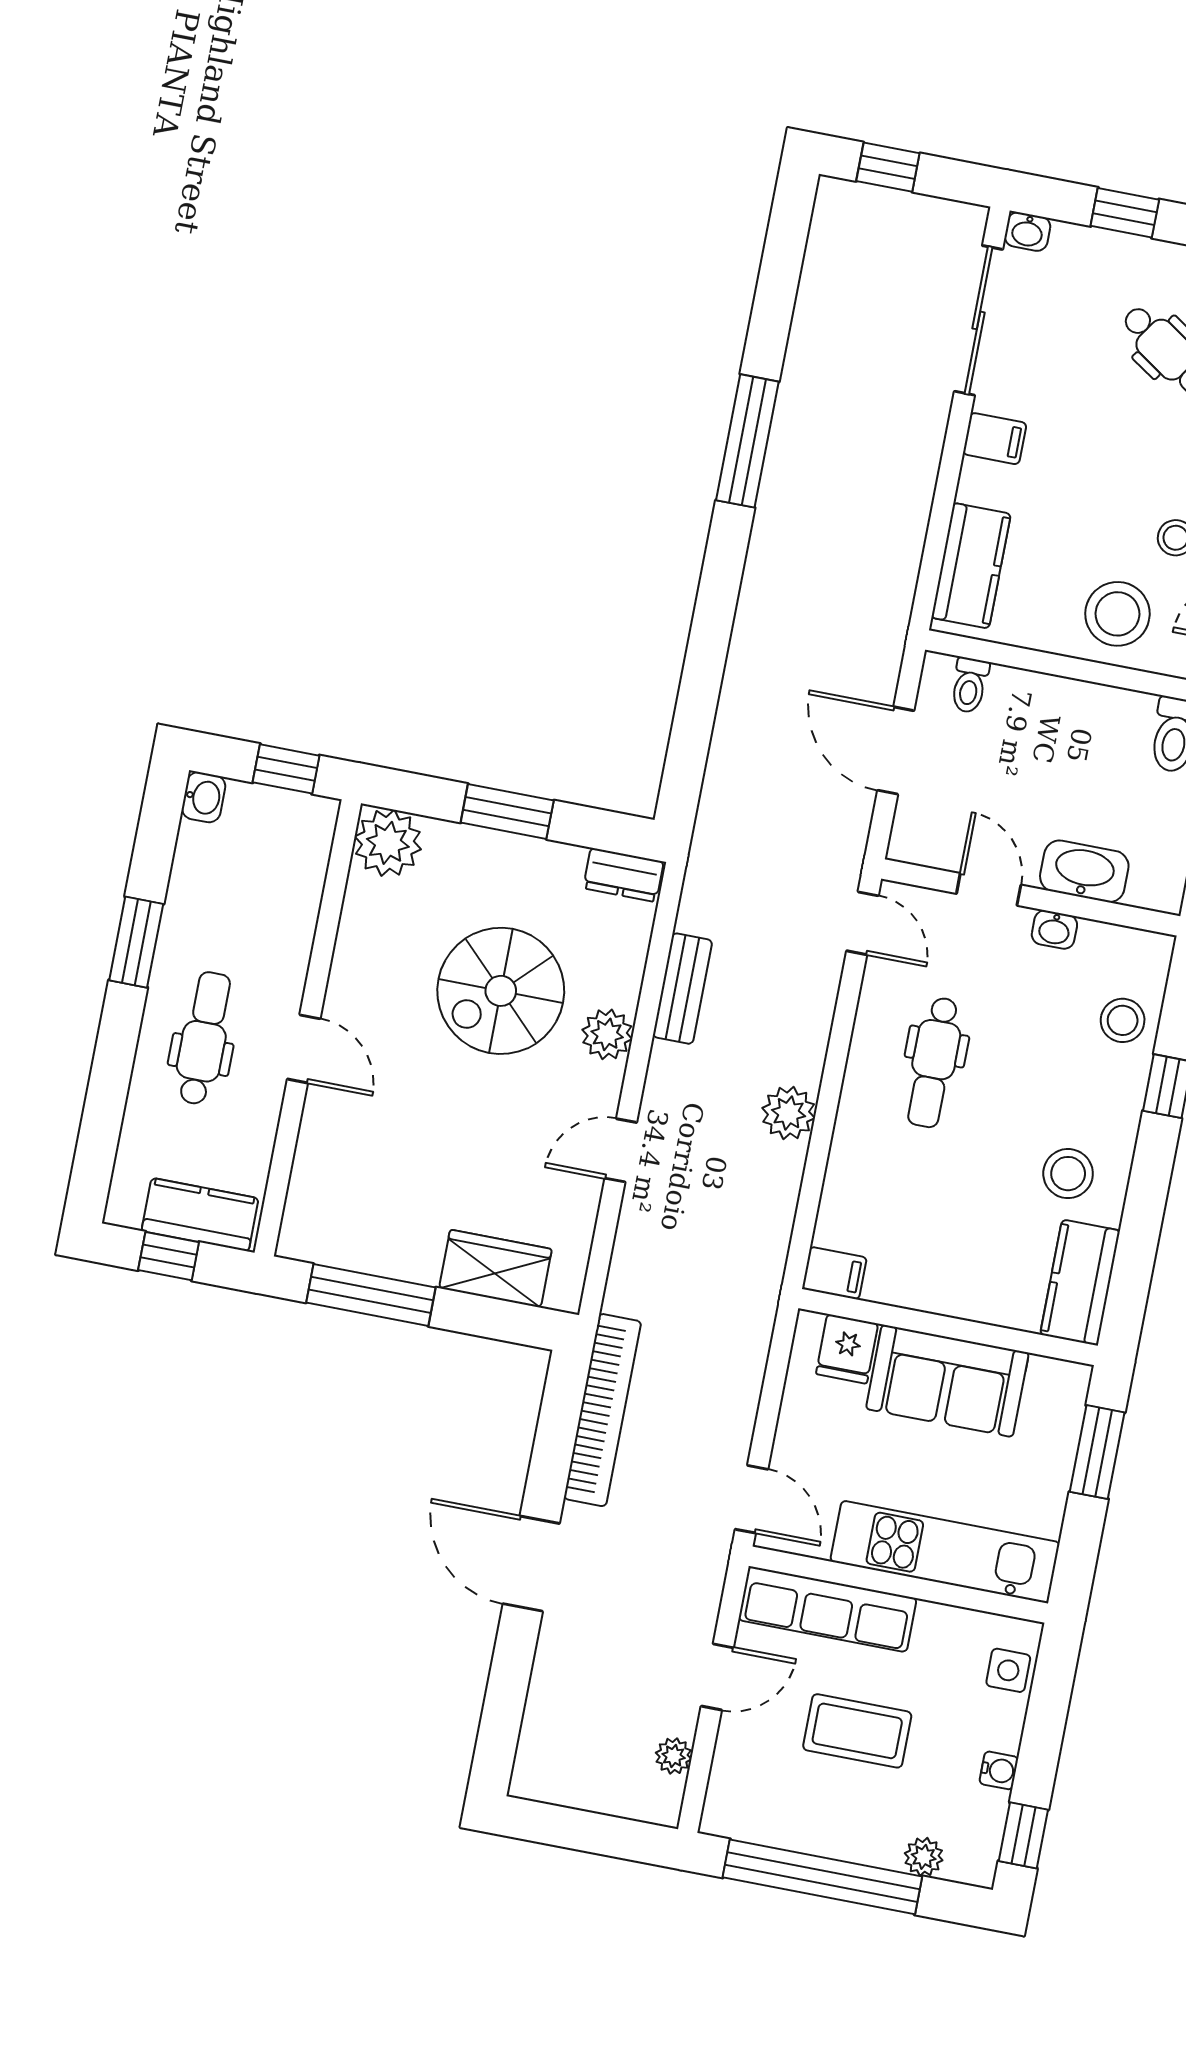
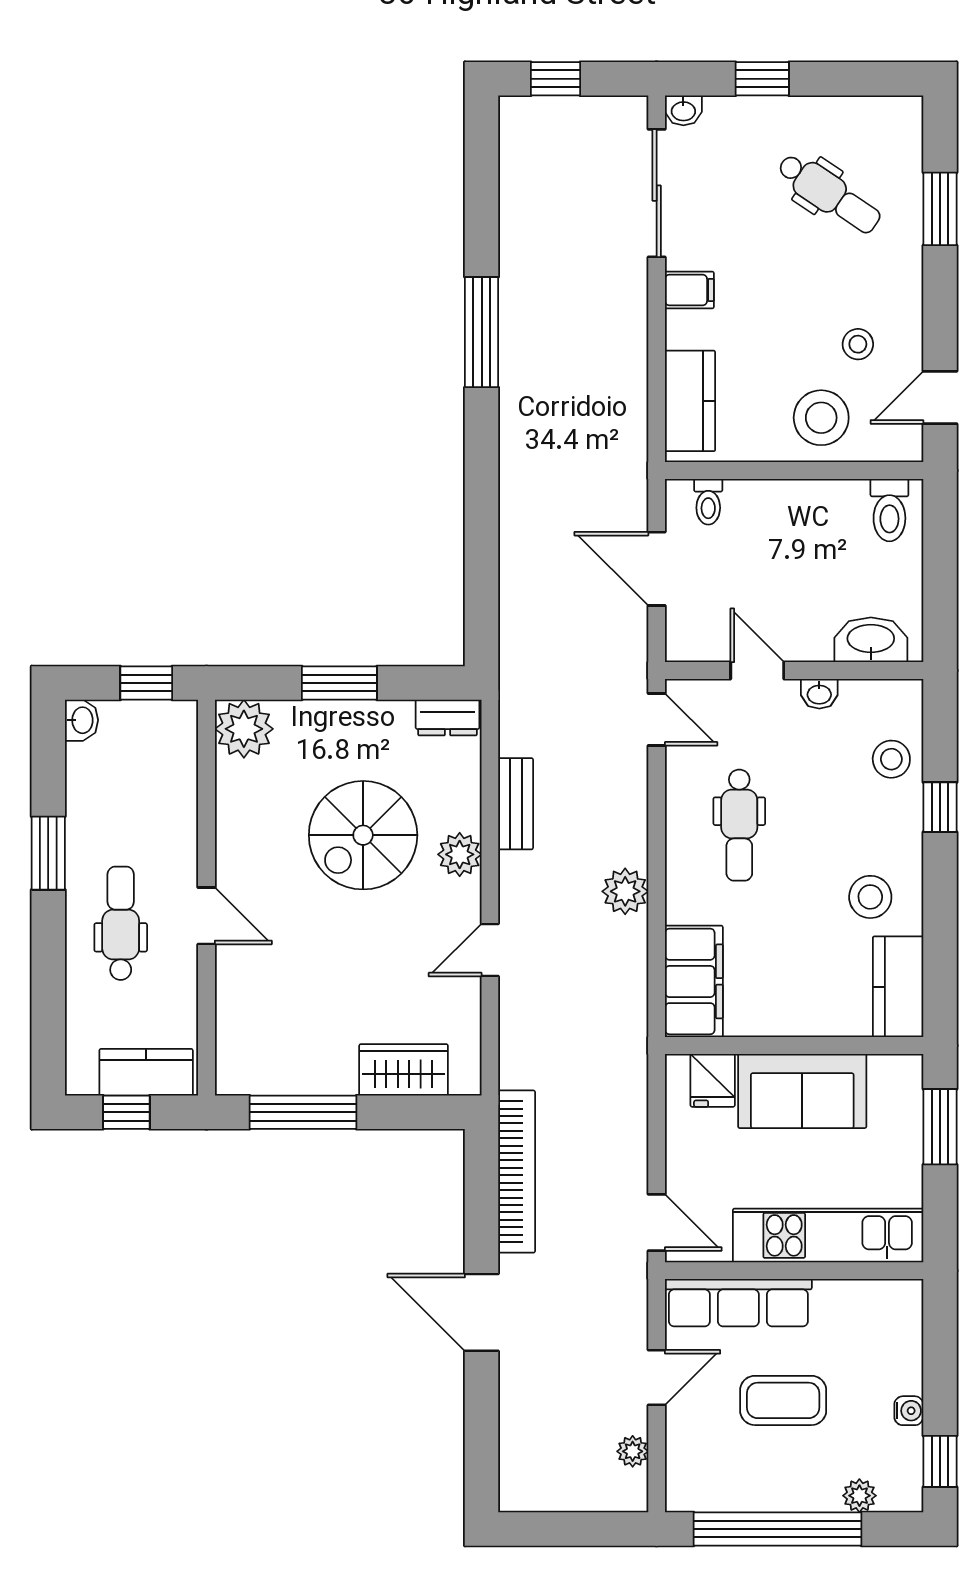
washbasin: (1084, 871) -> (871, 640), moved
filing cabinet: (834, 1273) -> (694, 981), width x3.00, depth x1.17
side table: (1008, 1670) -> (901, 1325), removed

